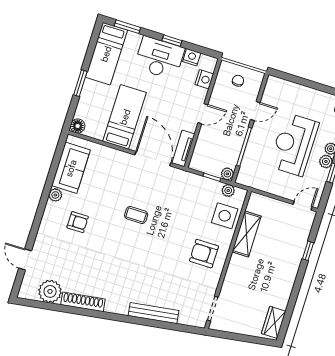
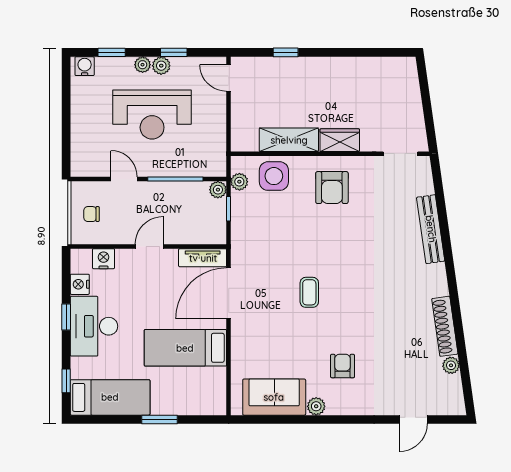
window: (127, 27) -> (66, 381), width x0.67
door: (203, 114) -> (149, 247), hinge flipped
floor lamp: (78, 126) -> (217, 405), removed
plant: (50, 291) -> (451, 365), width x0.53, depth x0.53
wardrobe: (274, 322) -> (340, 140), moved, turned 180

